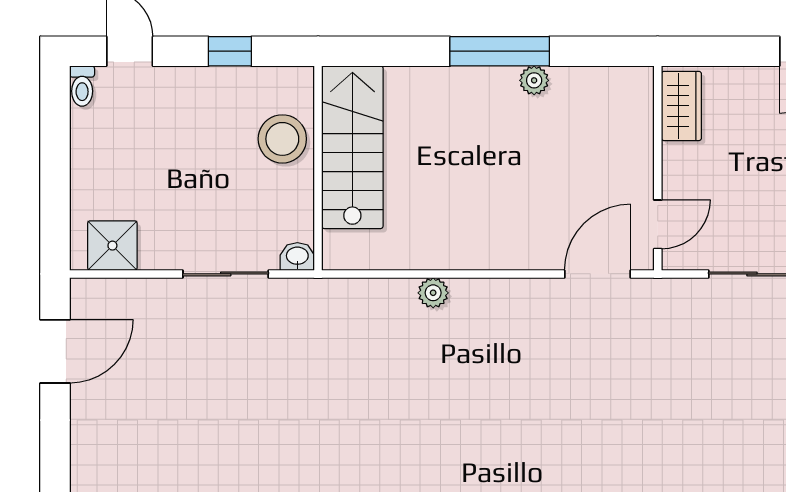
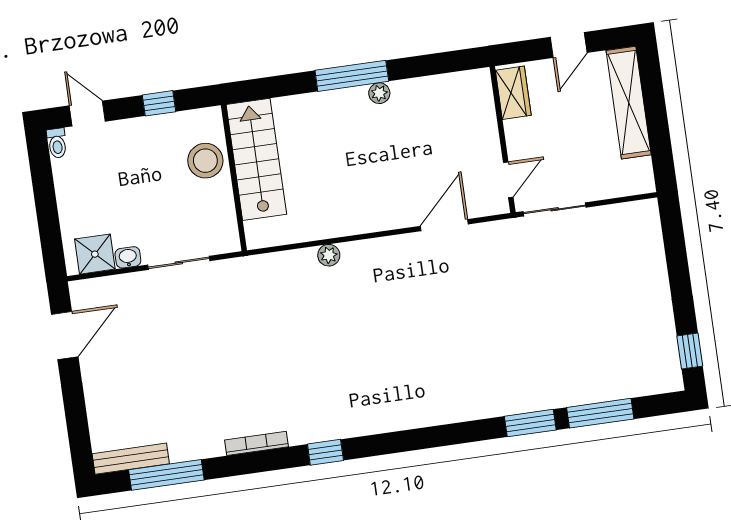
wardrobe: (681, 106) -> (513, 93), moved
wall: (658, 168) -> (503, 140), moved
door: (658, 224) -> (508, 180), moved
washbasin: (297, 257) -> (128, 257), moved

